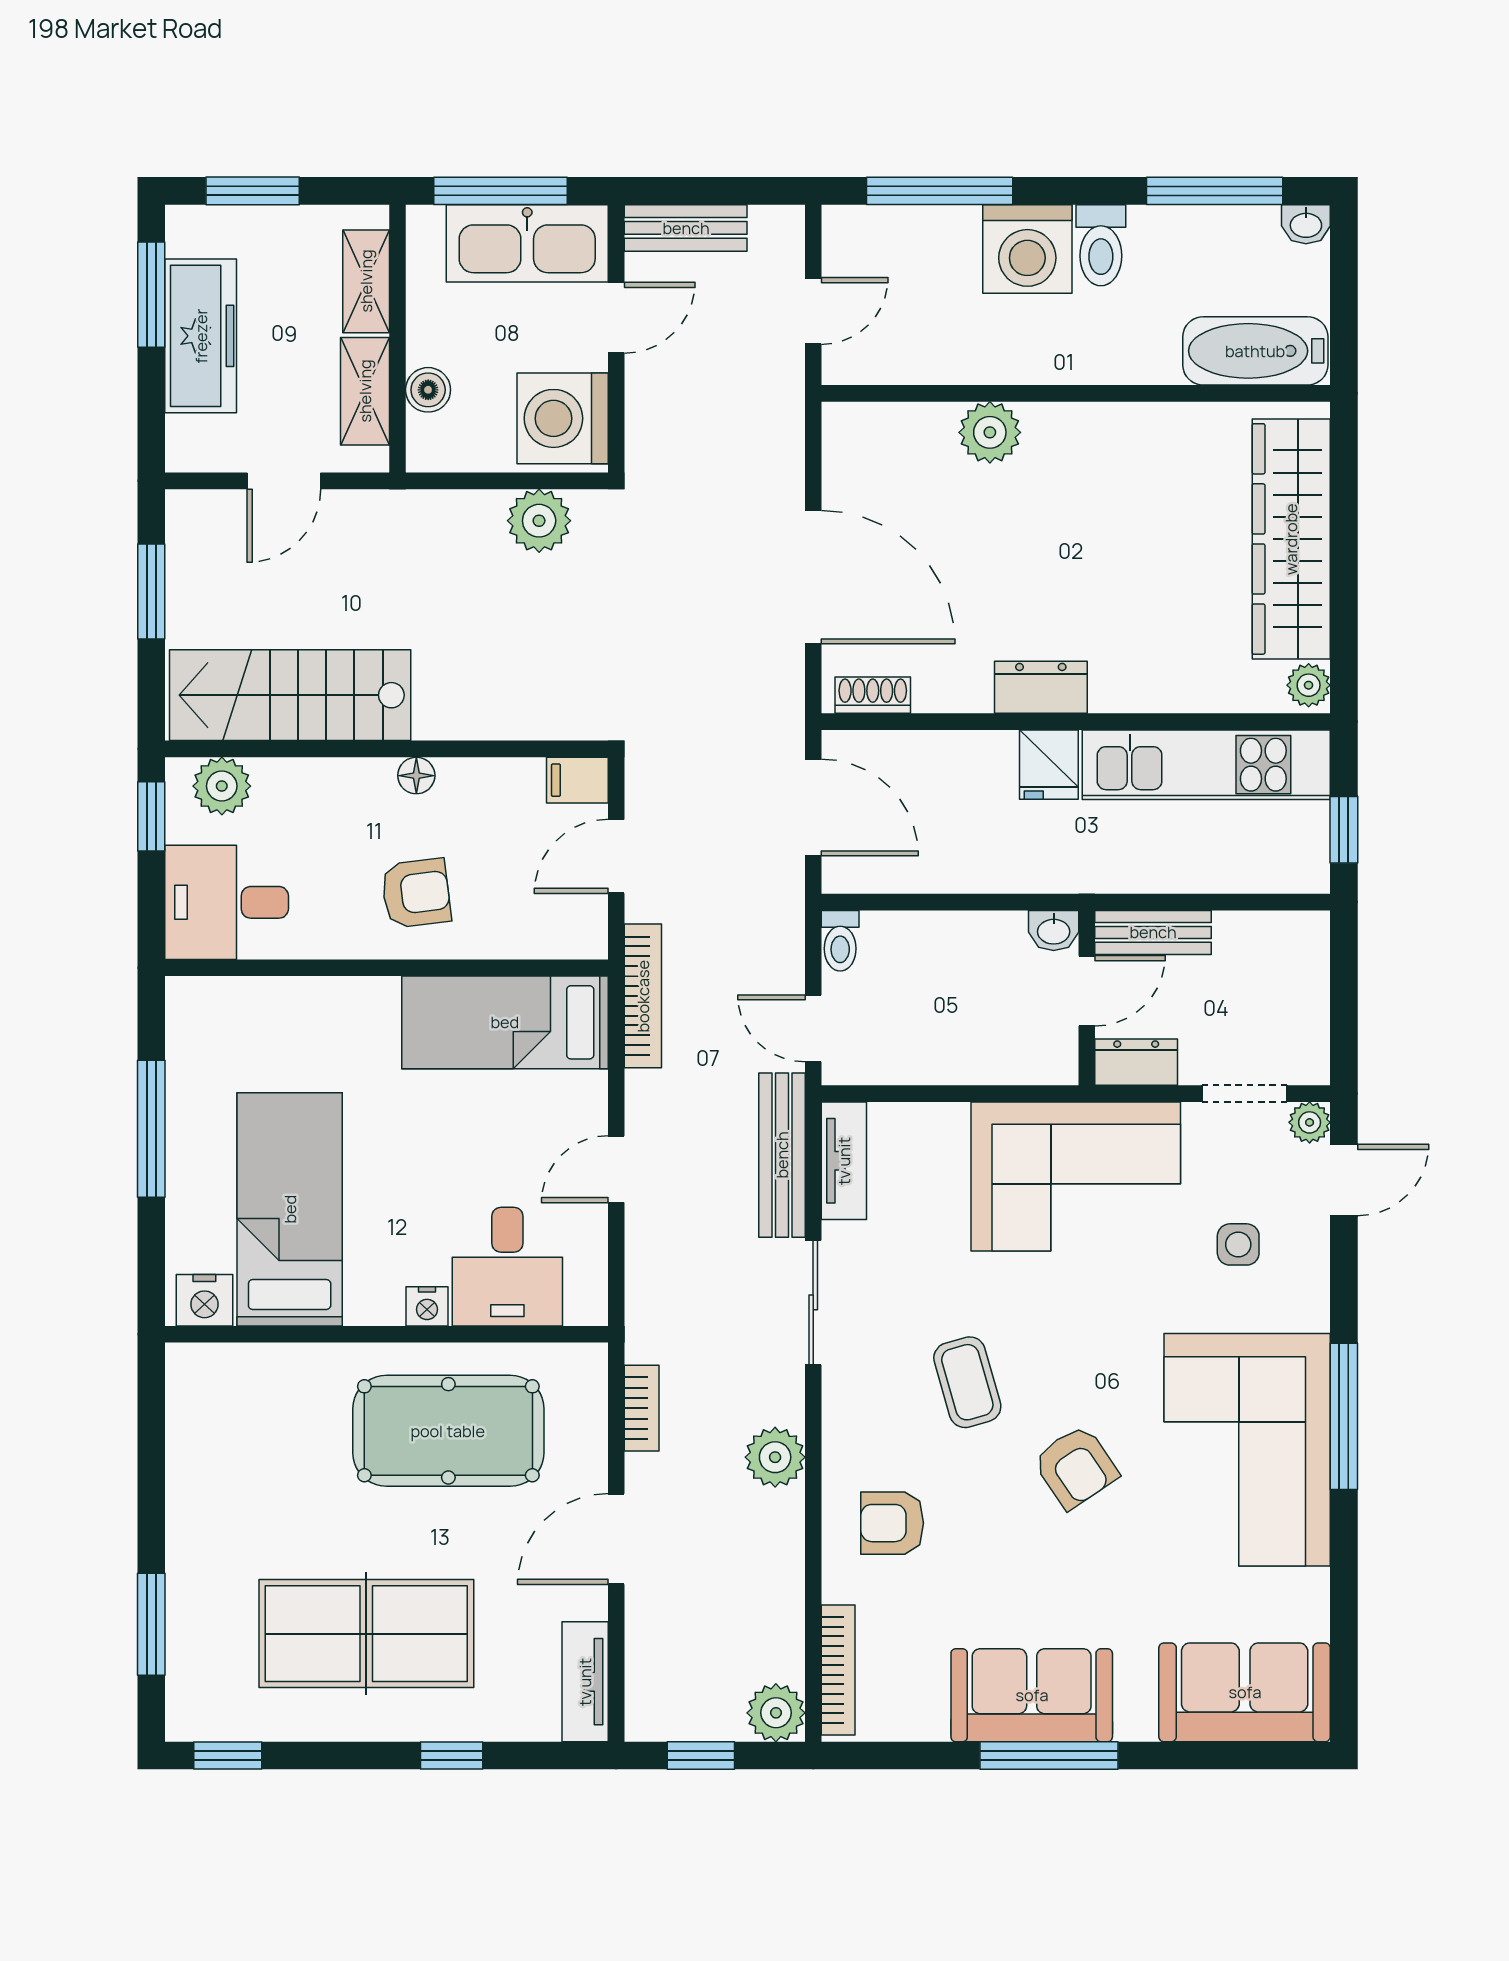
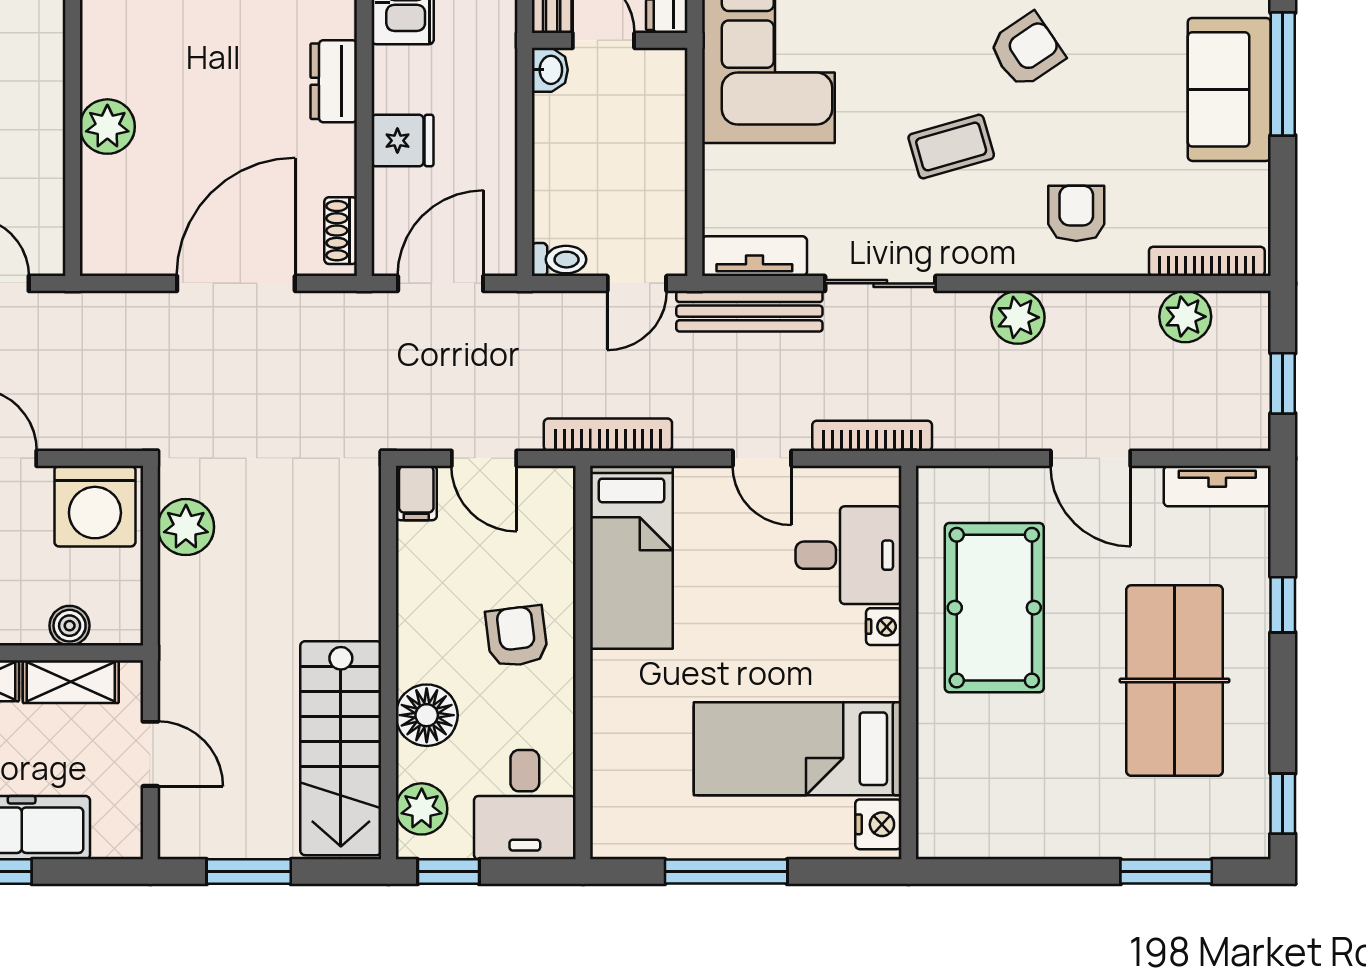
fridge: (1049, 765) -> (402, 141), moved
floor lamp: (416, 776) -> (427, 715), moved, width x1.89, depth x1.89
bookcase: (642, 1408) -> (872, 436), moved, width x1.56
armchair: (892, 1523) -> (1076, 213), turned 180
plant: (776, 1713) -> (1185, 317), moved

